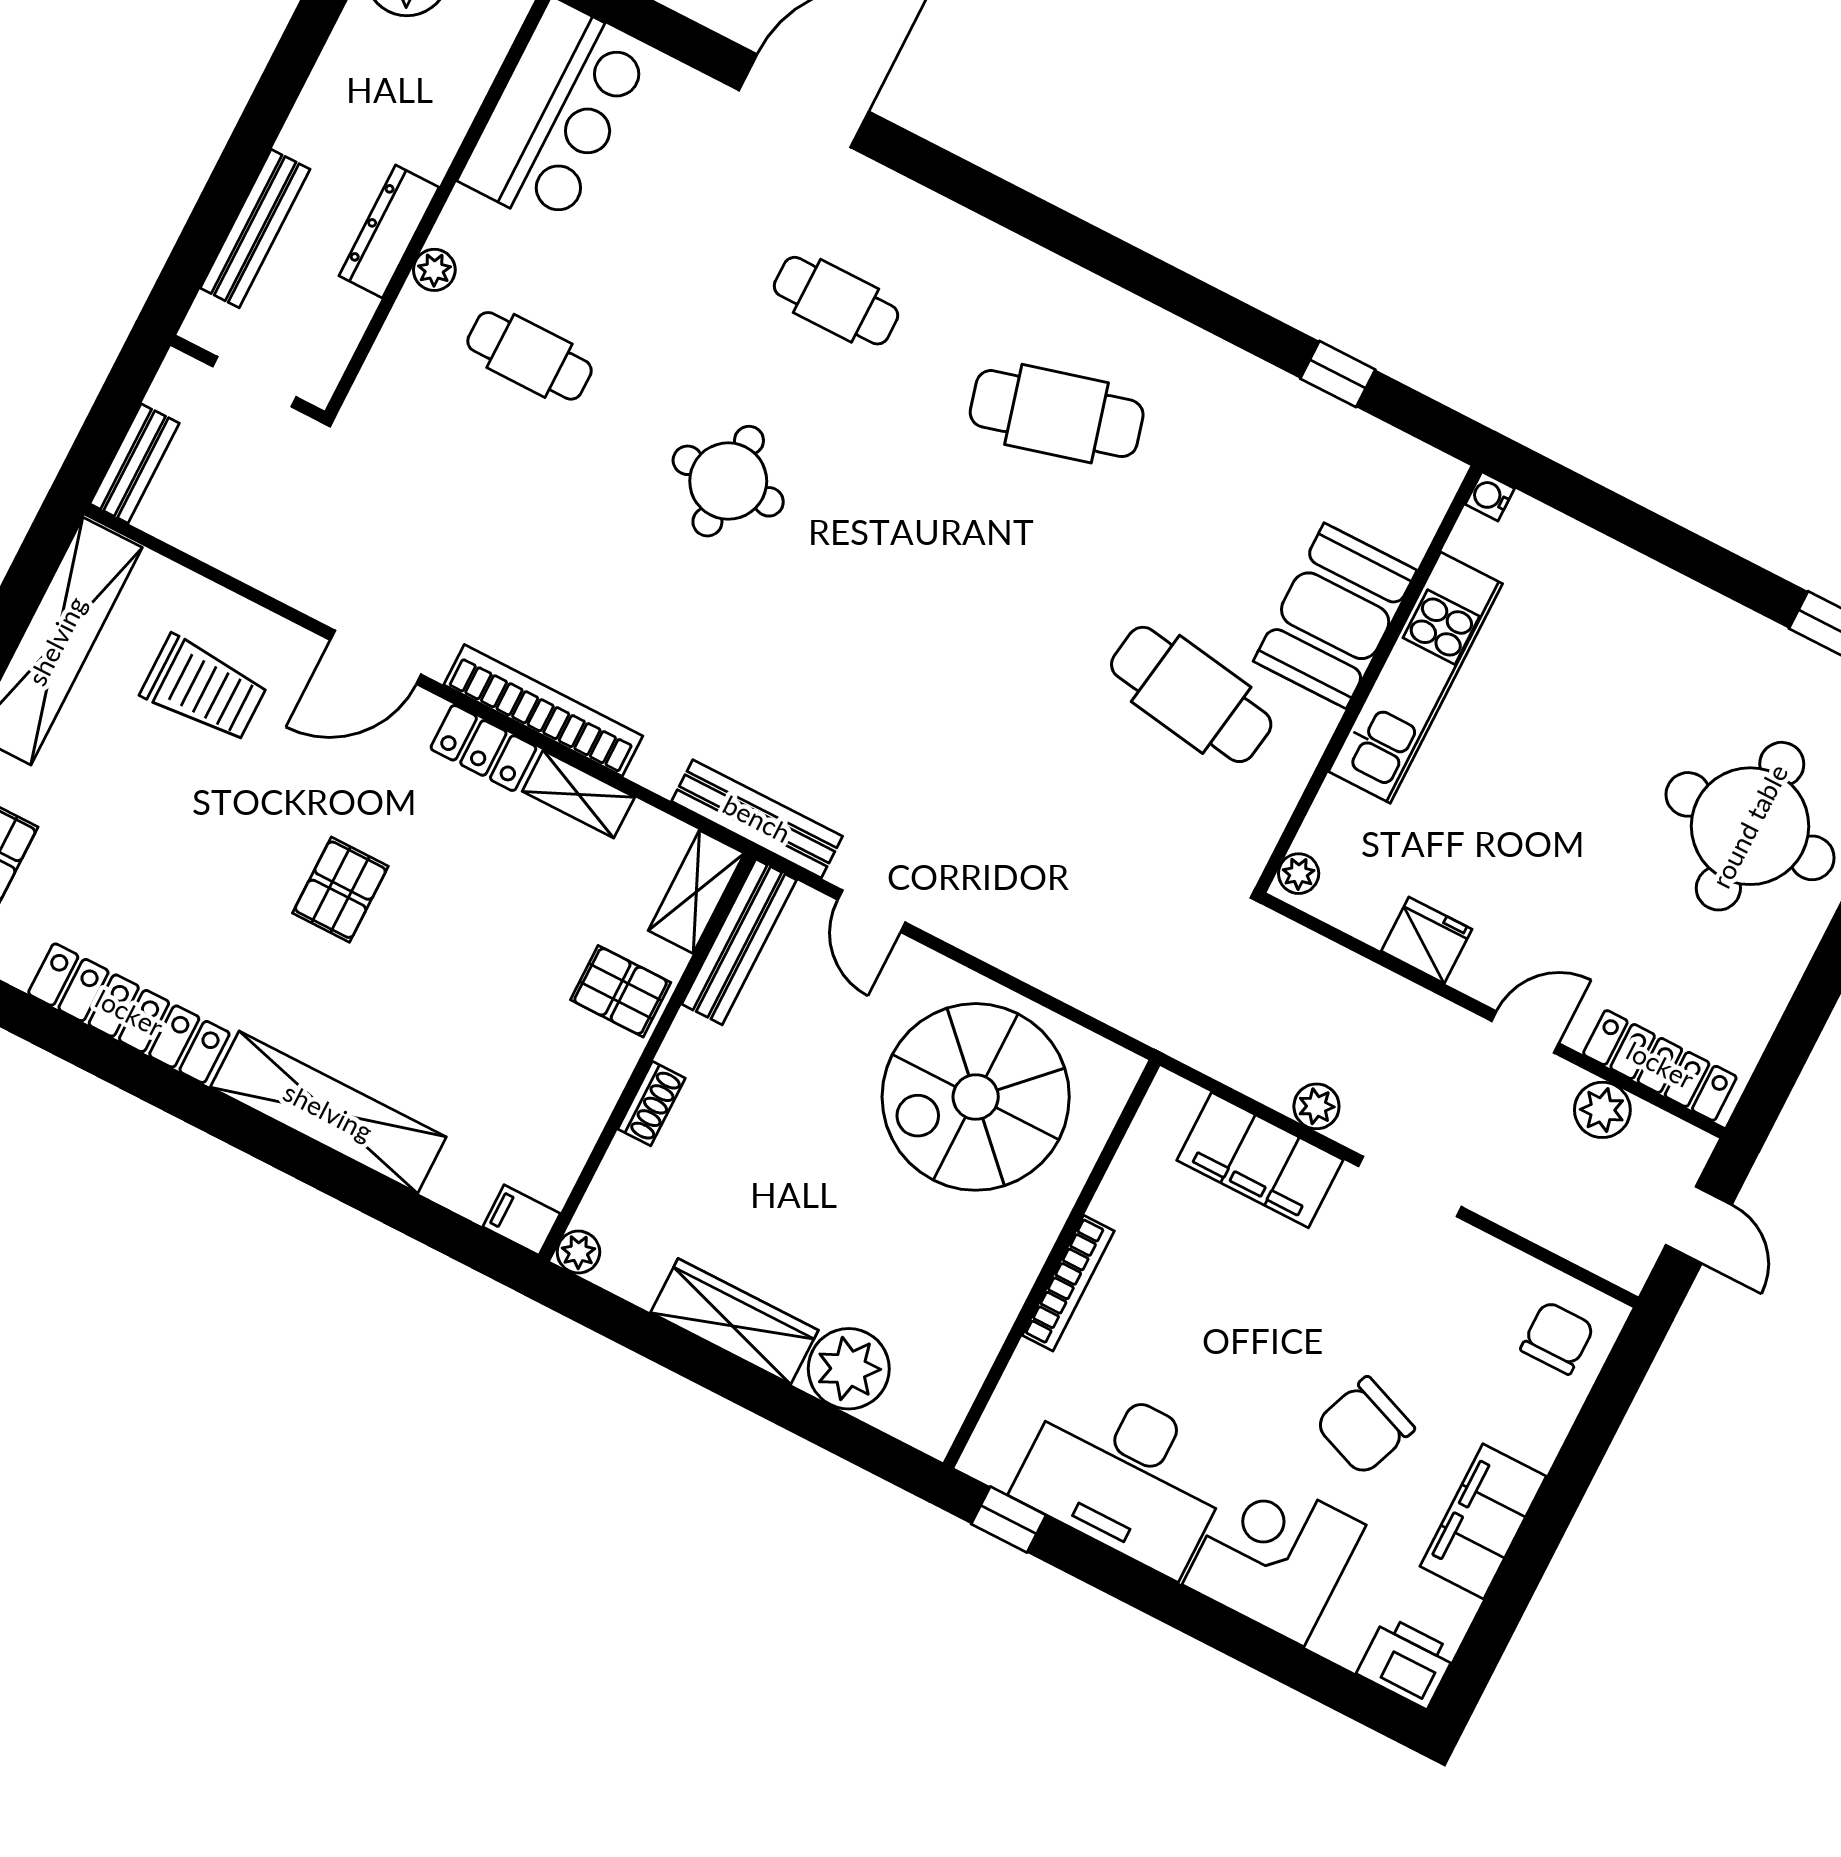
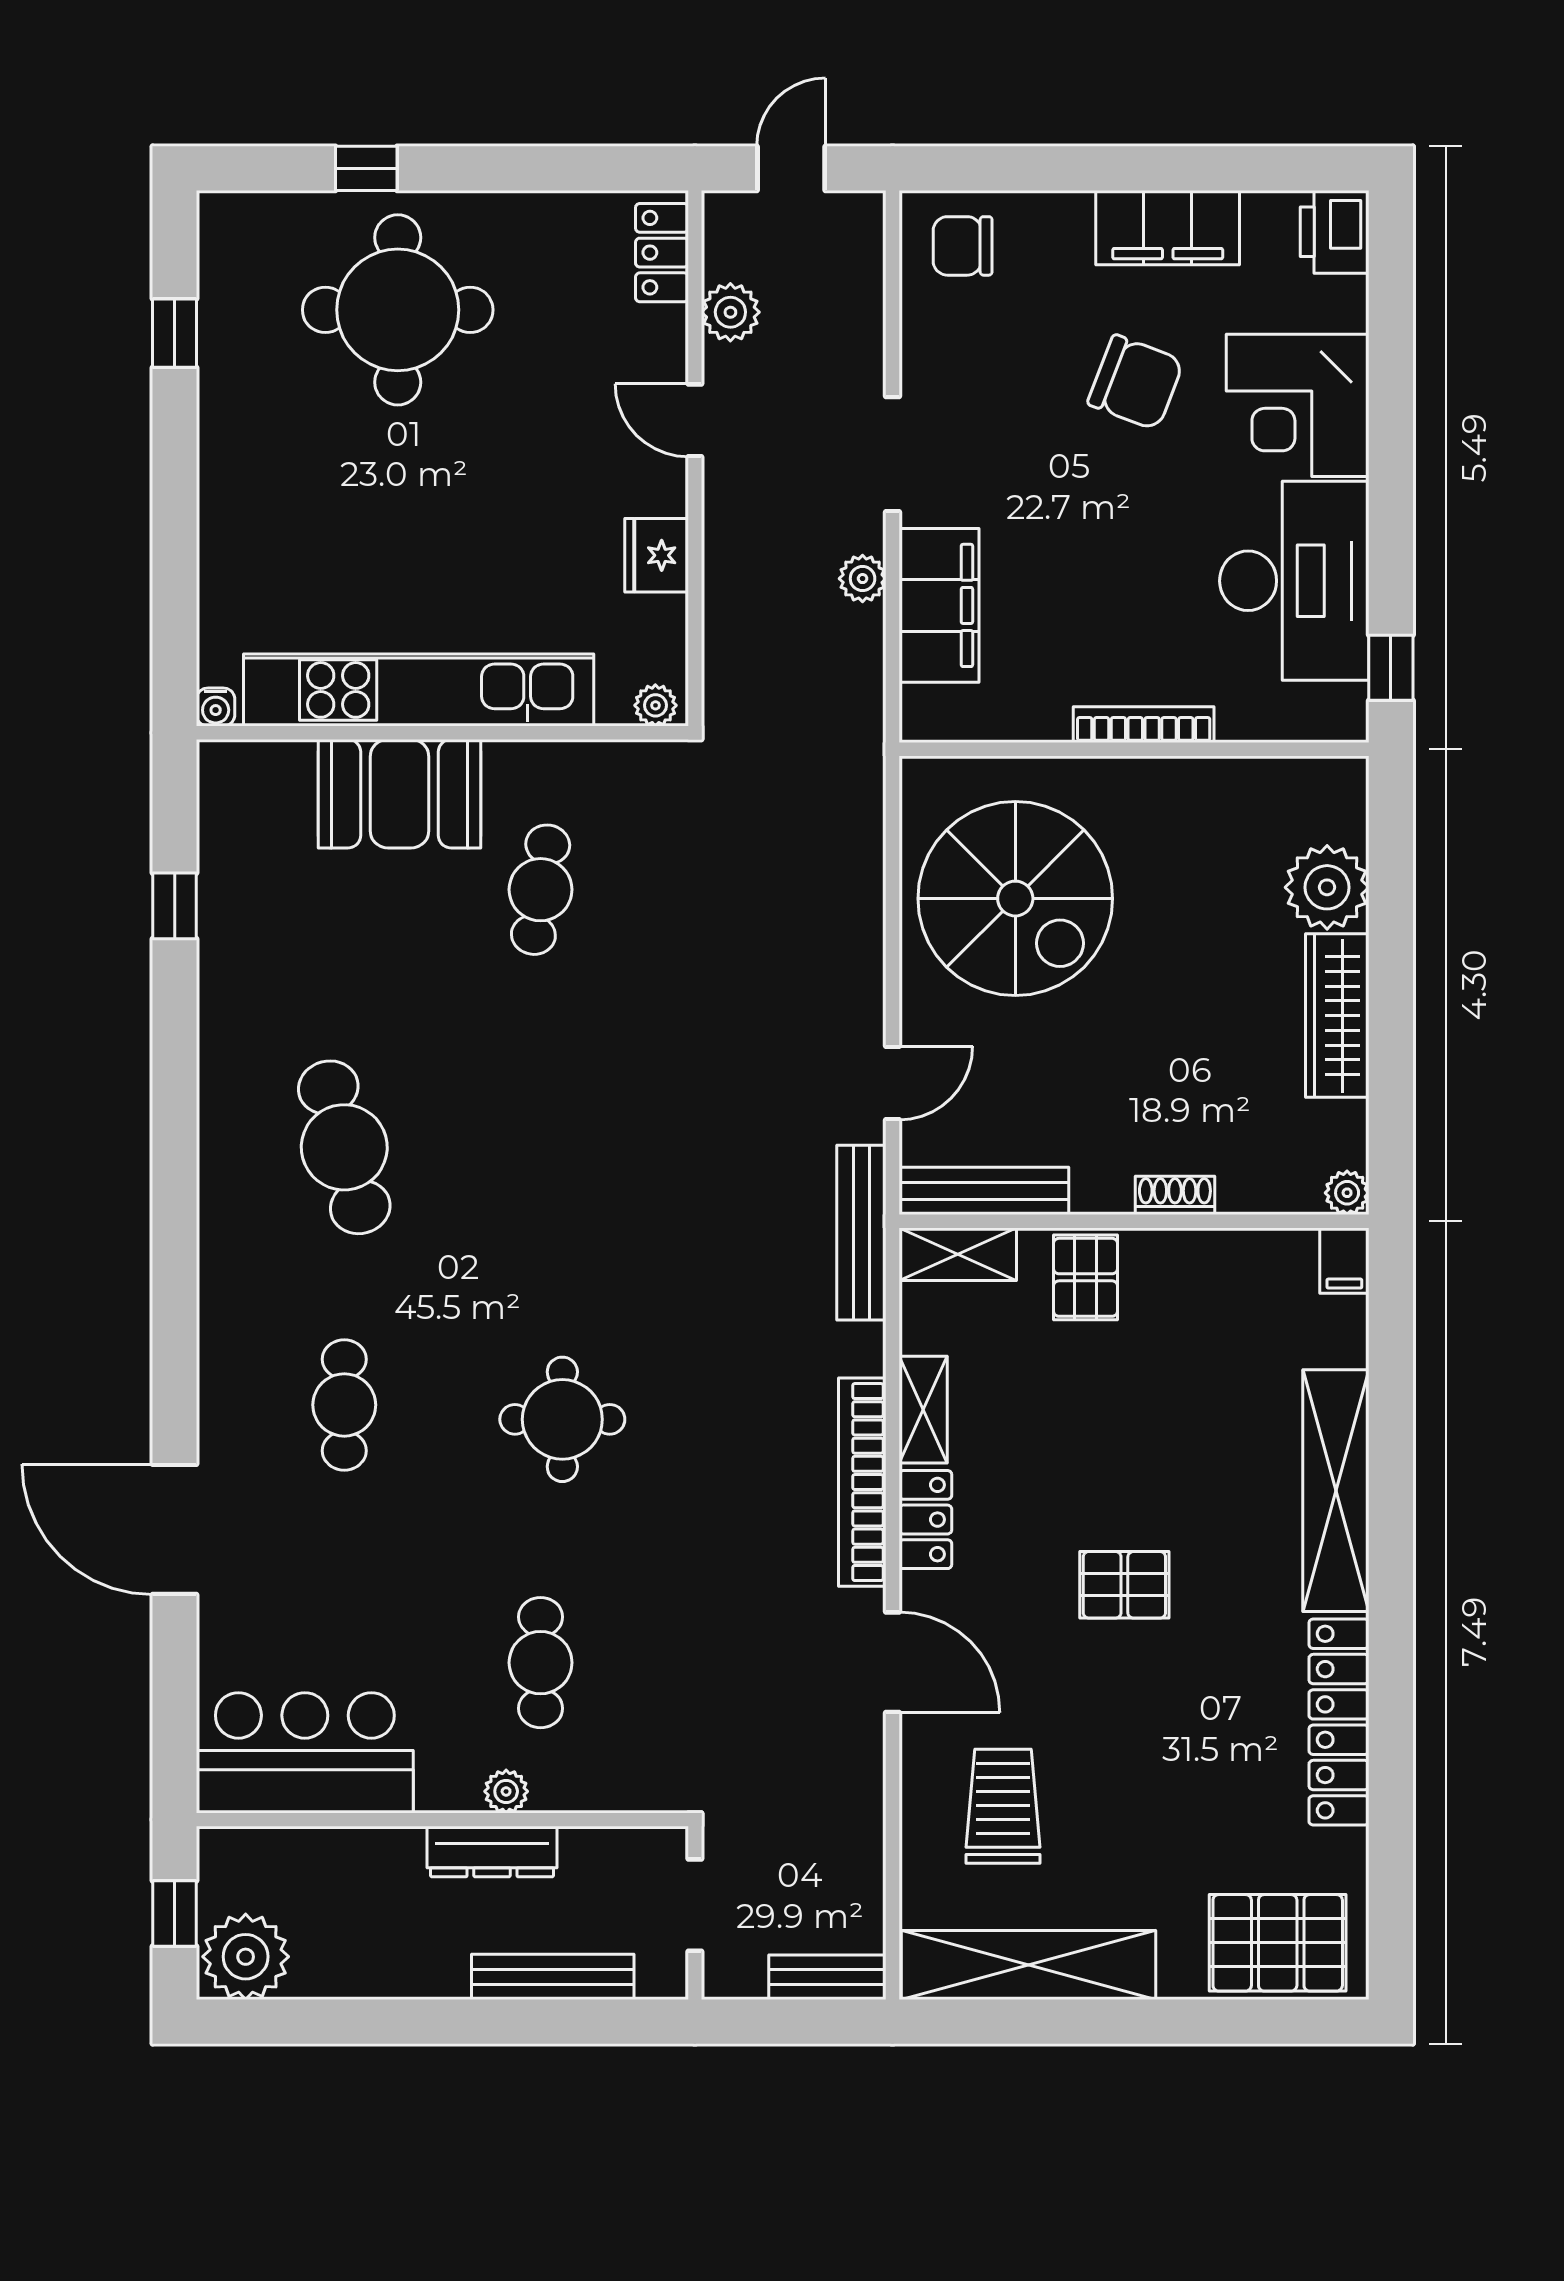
kitchen unit: (1415, 678) -> (419, 690), width x1.36
cafe table: (1191, 694) -> (541, 890), width x0.73, depth x0.74
locker: (1660, 1065) -> (662, 253), width x0.66

